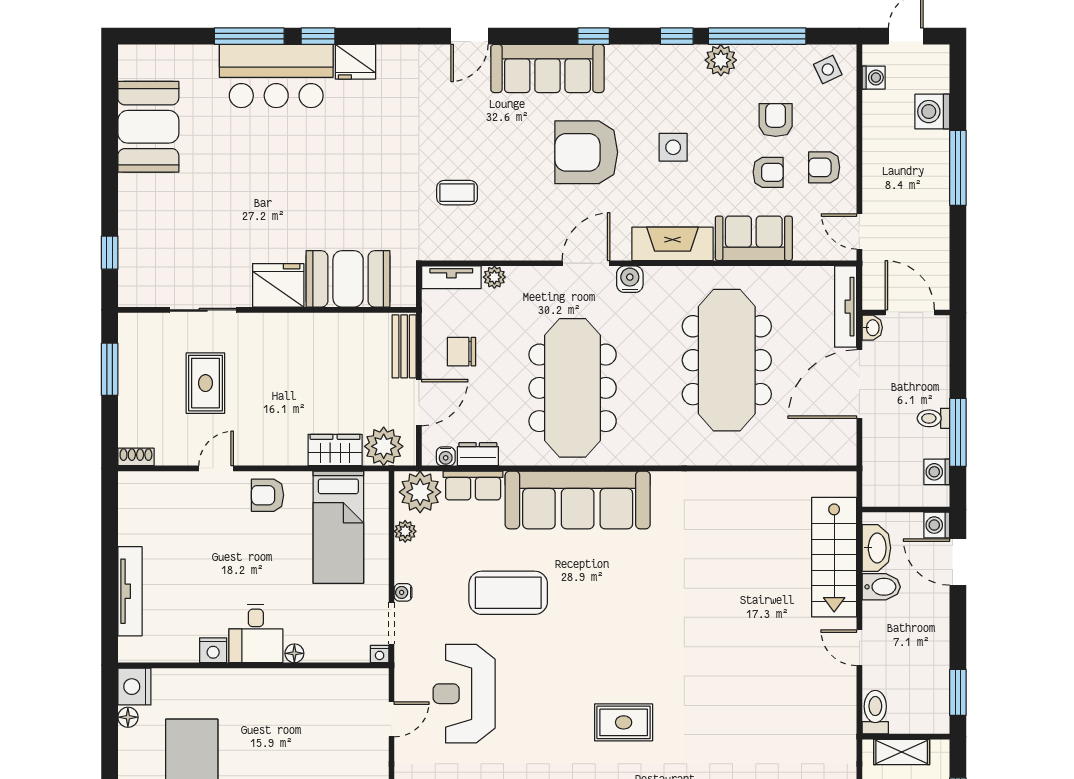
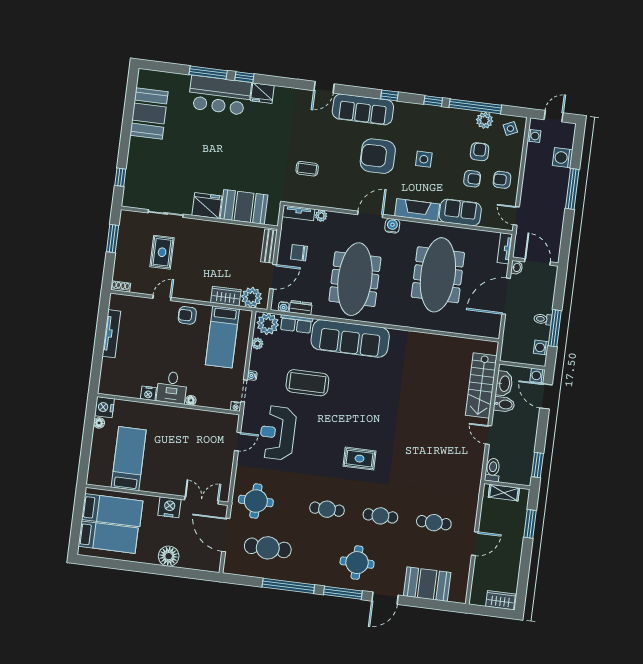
plant: (721, 60) -> (485, 120), moved
tv unit: (846, 307) -> (505, 248), width x0.71
tv unit: (130, 591) -> (111, 334), moved

